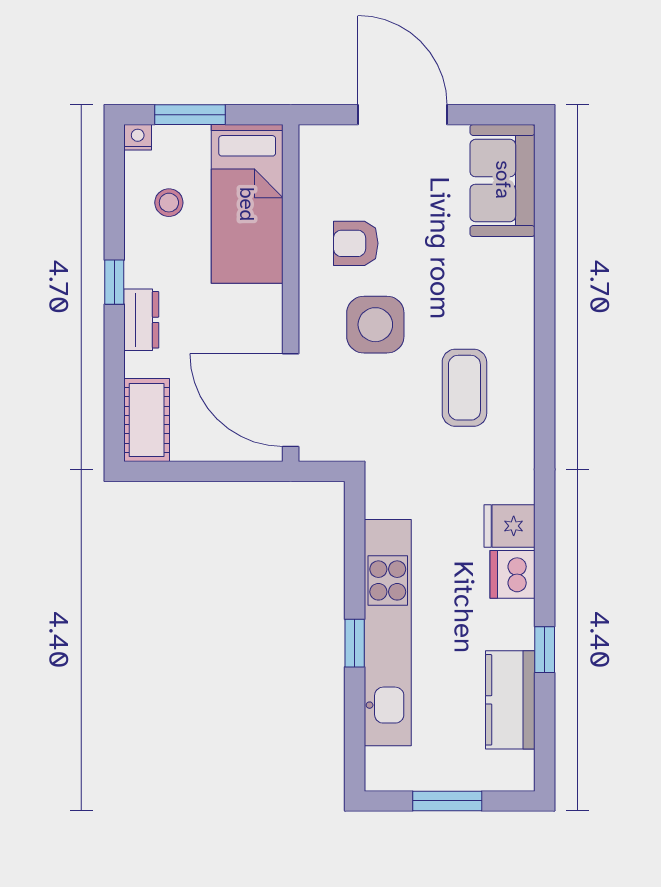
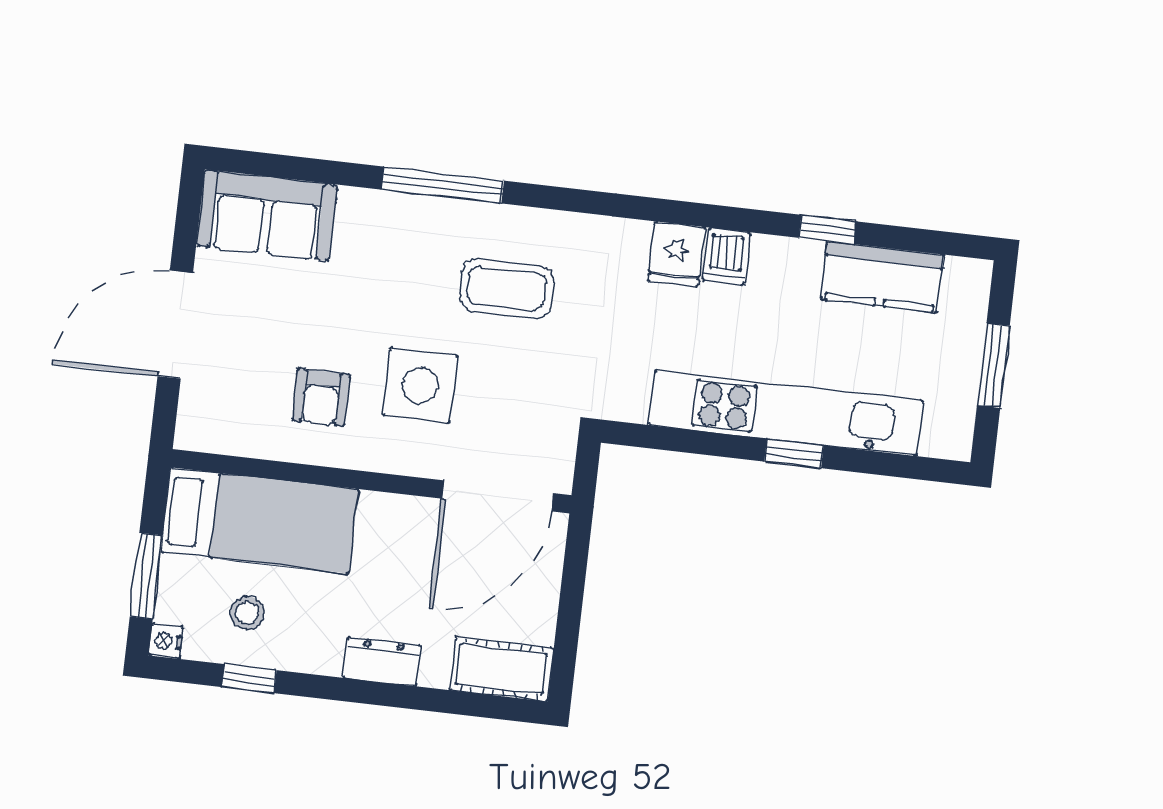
window: (114, 282) -> (249, 679), moved
window: (545, 324) -> (443, 185), added
dishwasher: (513, 574) -> (726, 256), width x0.73

